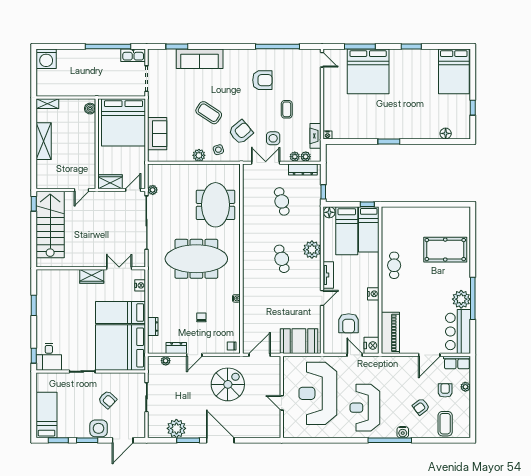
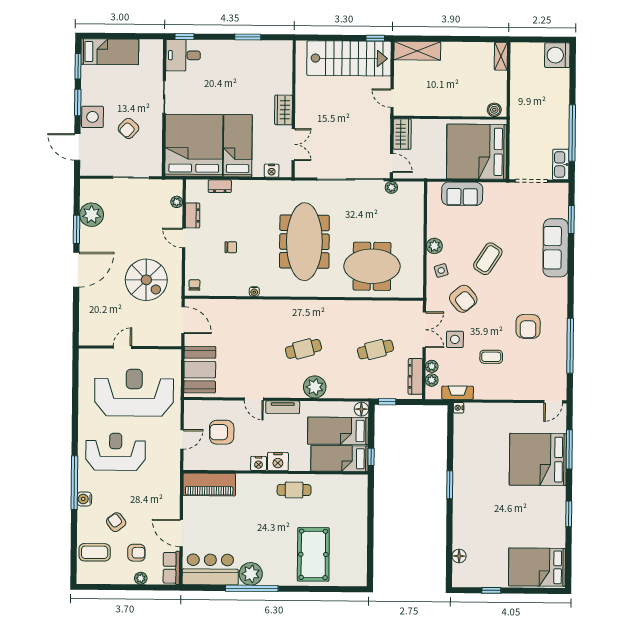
shelving: (44, 141) -> (417, 51), moved
nightstand: (372, 345) -> (278, 462), moved

